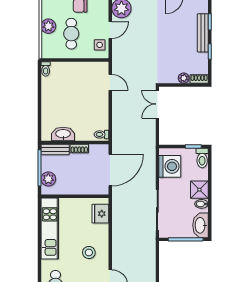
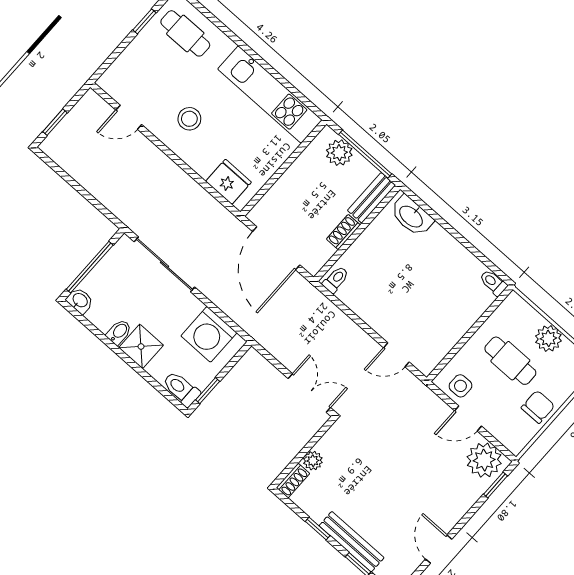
door: (110, 30) -> (468, 418), hinge flipped
washbasin: (63, 134) -> (412, 216), moved, turned 90
washbasin: (201, 225) -> (80, 301), width x0.52, depth x0.69

